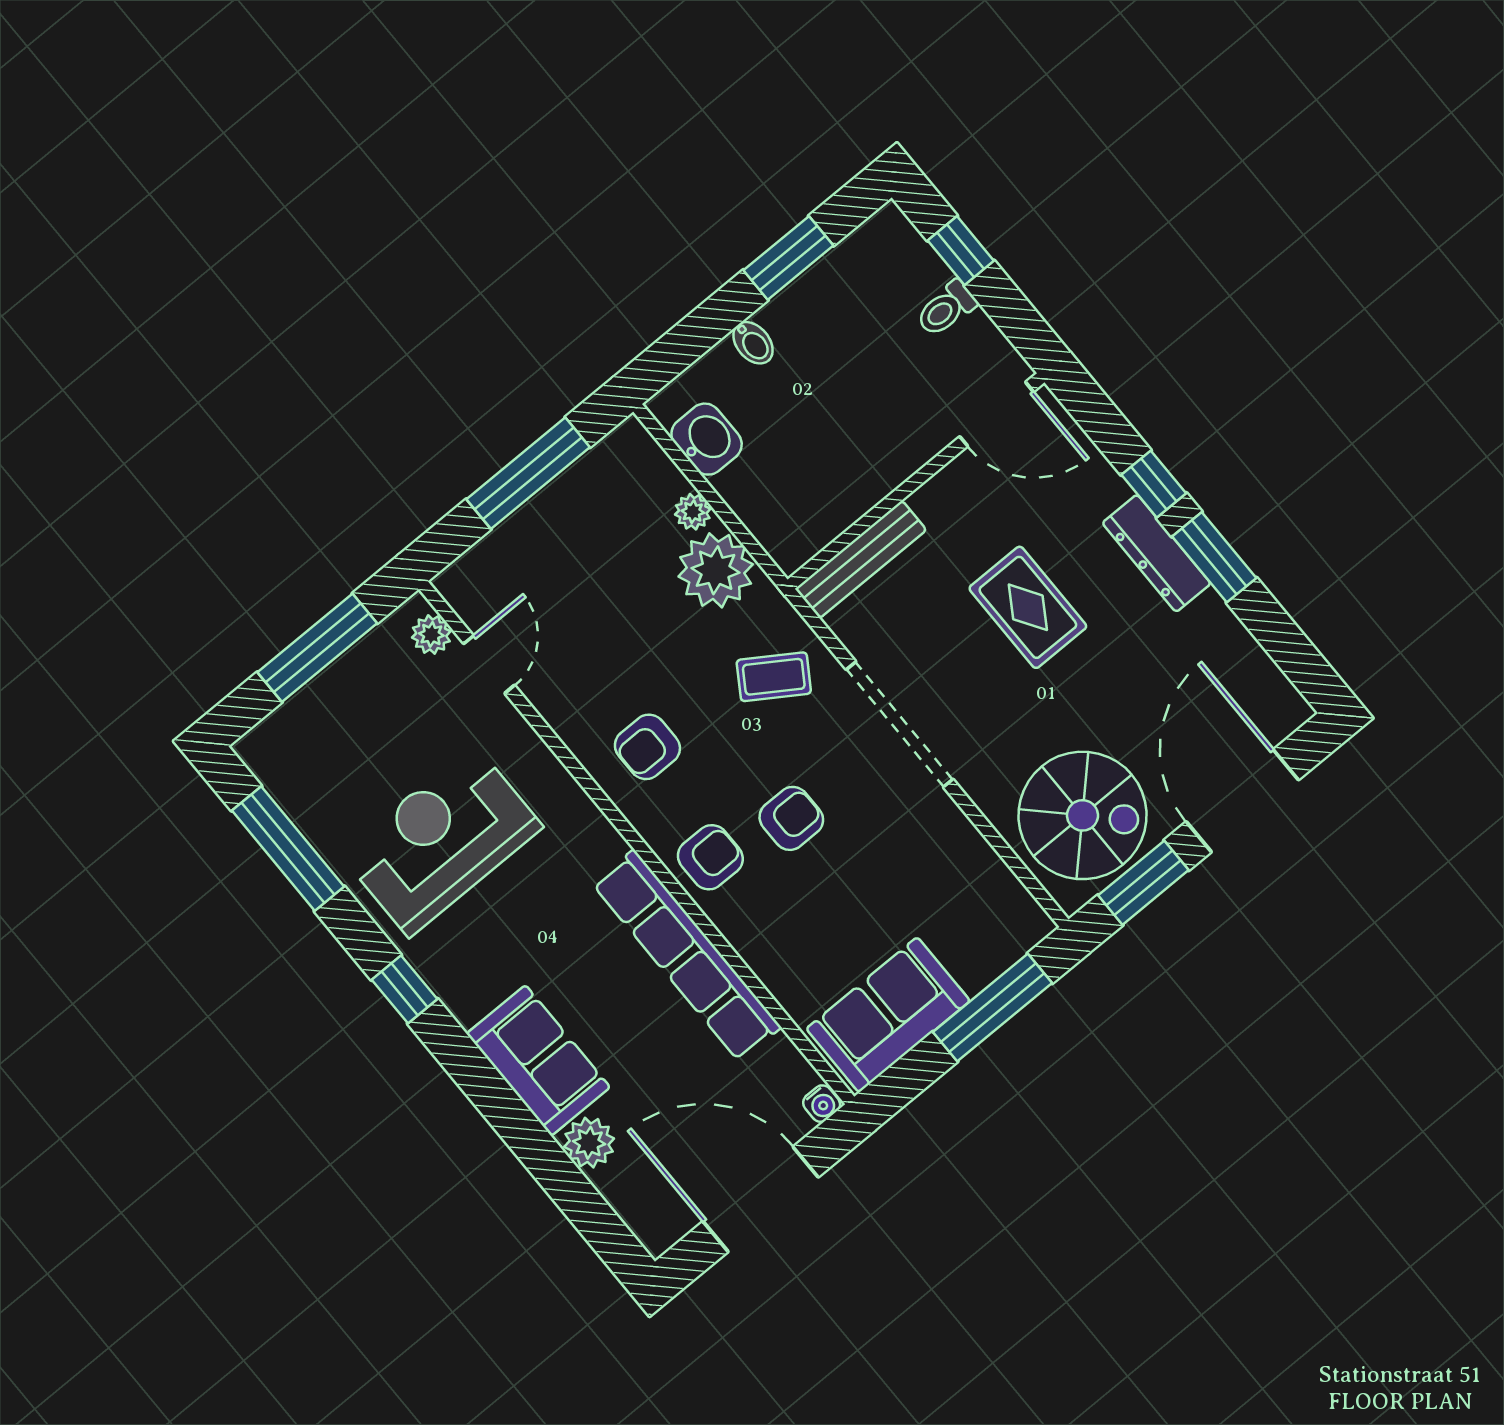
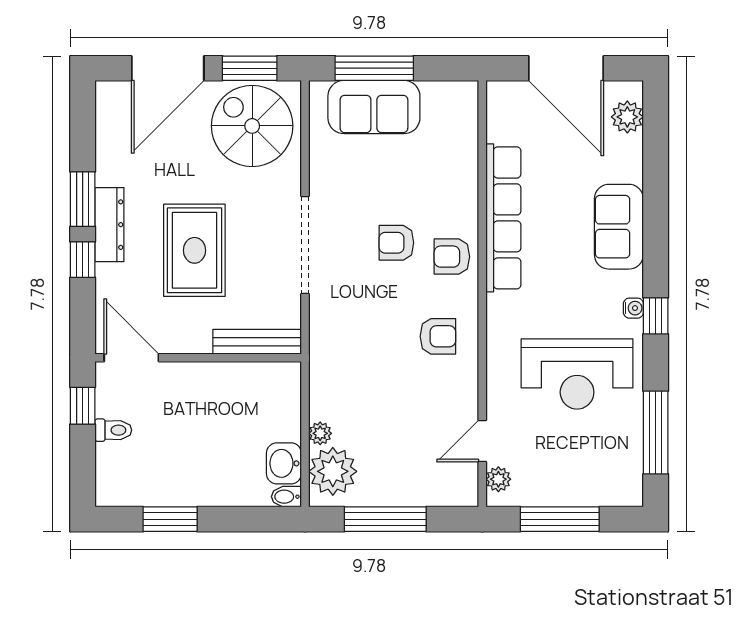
window: (961, 251) -> (83, 406), moved
bidet: (753, 343) -> (286, 497), moved, turned -90
plant: (716, 570) -> (333, 471), moved
rug: (1028, 607) -> (194, 250), width x1.36, depth x1.43
coffee table: (774, 677) -> (347, 319), removed
sofa: (888, 1015) -> (374, 107), moved
water cooler: (822, 1104) -> (633, 308), moved, turned 90
plant: (589, 1143) -> (627, 117), moved

